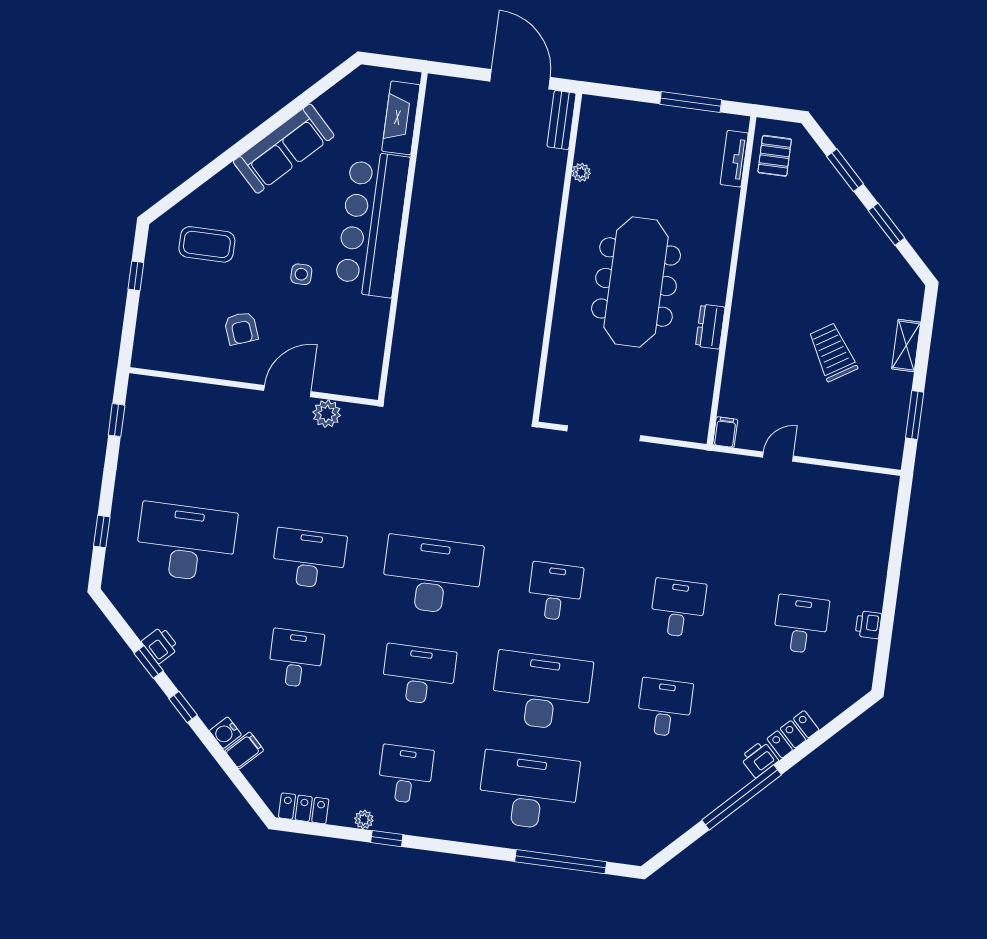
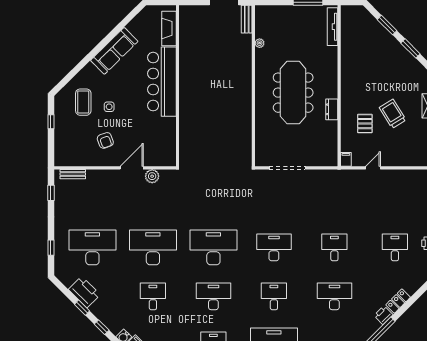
pallet: (775, 156) -> (365, 124), moved
tv unit: (734, 159) -> (333, 27), width x1.41
coffee table: (207, 244) -> (83, 102), turned 90
side table: (301, 274) -> (109, 107), moved
bench: (166, 388) -> (73, 174), added
desk: (309, 559) -> (153, 247), width x1.36, depth x1.30
desk: (555, 592) -> (274, 247), width x1.37
printer: (160, 645) -> (84, 292), width x1.87, depth x1.48
desk: (542, 691) -> (274, 296), width x0.53, depth x0.77
desk: (665, 708) -> (334, 296), width x1.37

